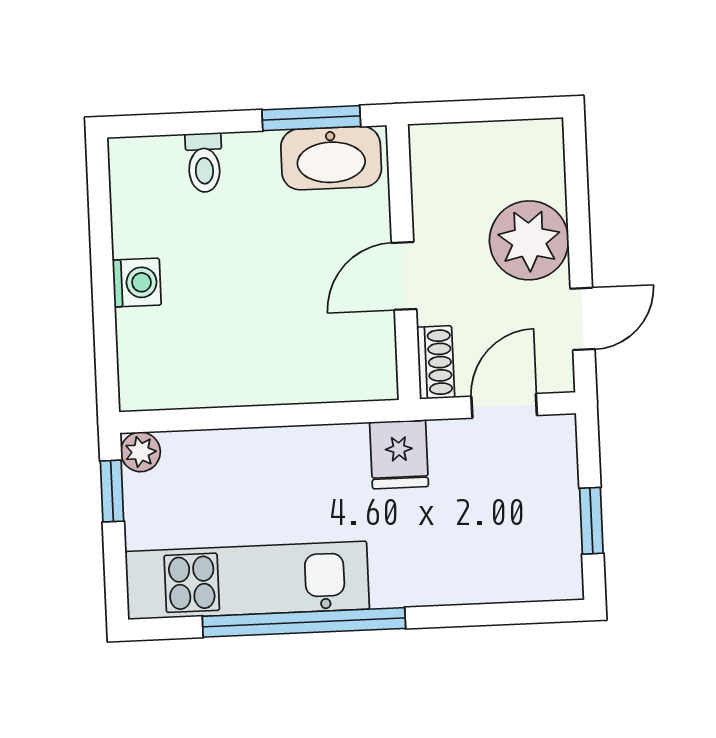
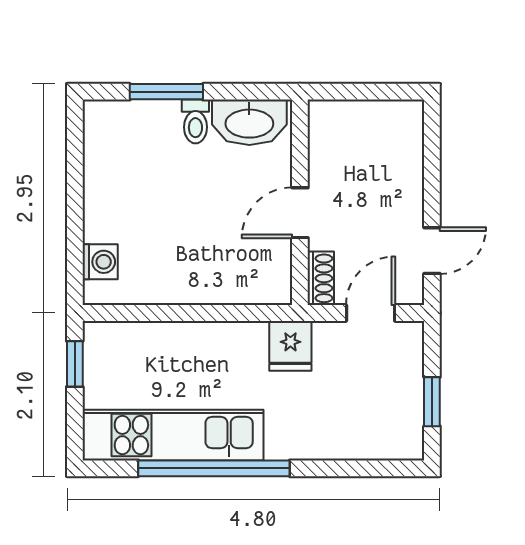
window: (311, 118) -> (166, 92), moved
toilet: (204, 163) -> (195, 121), moved
plant: (529, 240) -> (395, 190), removed
washing machine: (137, 283) -> (100, 262), moved
plant: (140, 452) -> (97, 336), removed

